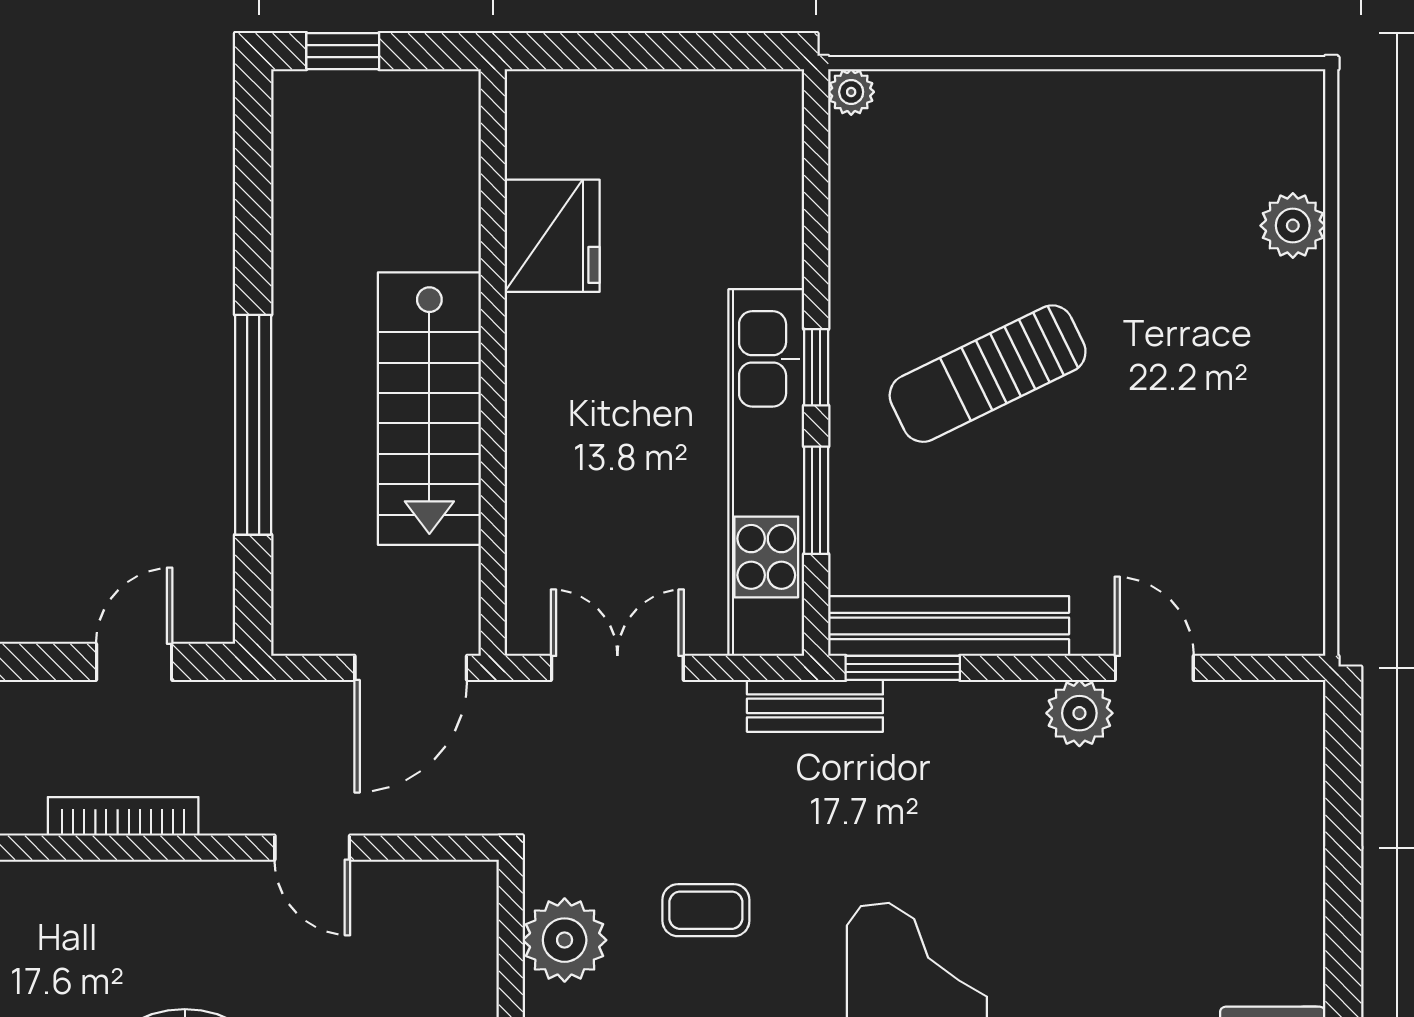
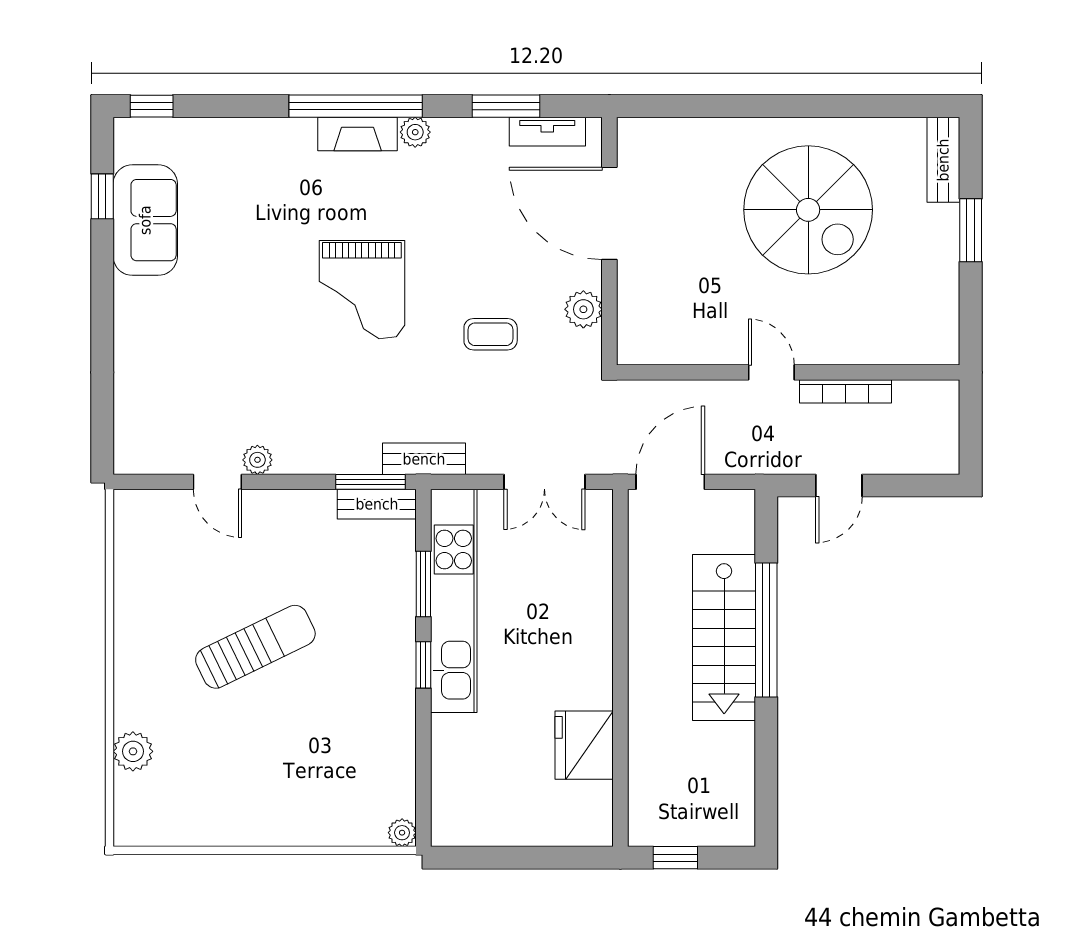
window: (343, 51) -> (675, 858), moved
sun lounger: (988, 374) -> (255, 647), moved
stairs: (429, 409) -> (724, 638), moved, turned 180
bench: (949, 626) -> (377, 504), width x0.54, depth x0.82
plant: (1079, 713) -> (257, 460), width x0.73, depth x0.73
door: (312, 848) -> (771, 372), moved
plant: (565, 940) -> (583, 309), width x0.73, depth x0.73

